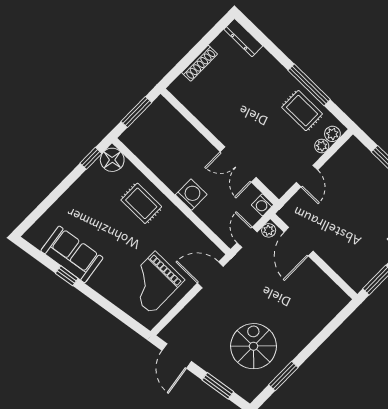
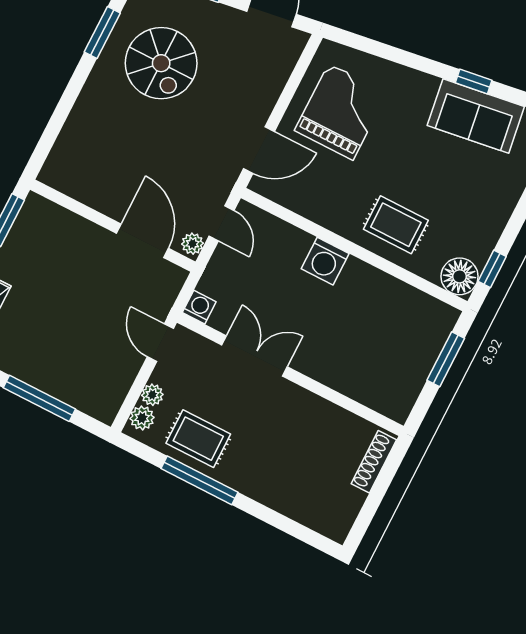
dresser: (243, 38) -> (320, 521), removed
wall: (220, 147) -> (290, 374), moved
double door: (238, 165) -> (255, 356), moved
washing machine: (262, 205) -> (199, 307), moved

